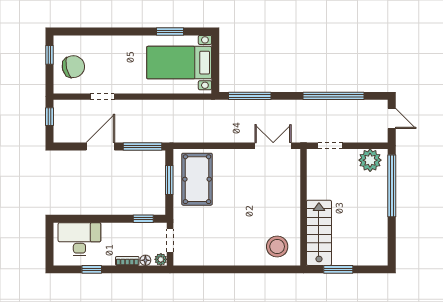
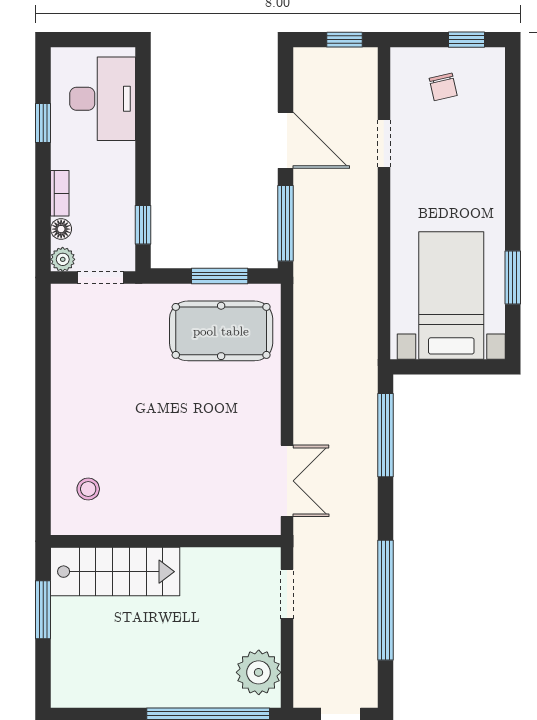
chair: (73, 67) -> (443, 87), width x0.54, depth x0.54
stool: (277, 247) -> (88, 489), width x0.53, depth x0.53

